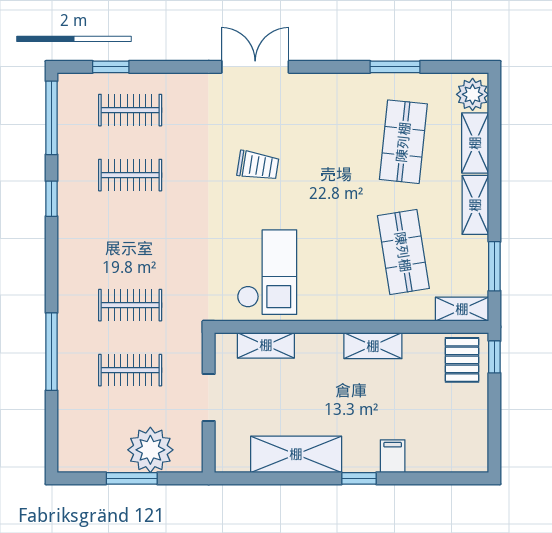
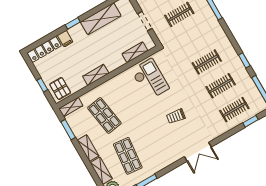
checkout: (267, 272) -> (150, 79), turned 180
clothes rail: (130, 305) -> (207, 62), moved
window: (494, 357) -> (42, 85), moved
locker: (448, 459) -> (44, 49), added

